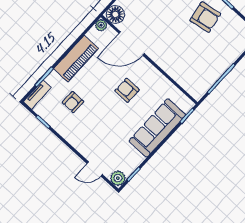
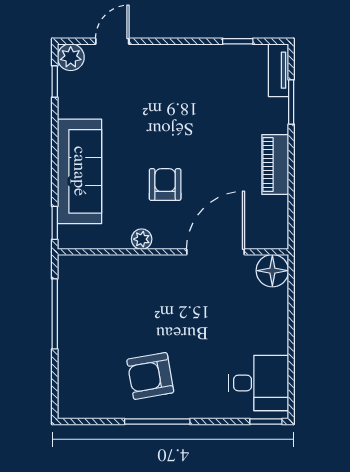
plant: (101, 25) -> (142, 239), moved
piano: (76, 59) -> (275, 164), width x0.73, depth x0.75
armchair: (127, 90) -> (165, 184), turned -90
armchair: (73, 102) -> (222, 103), removed

